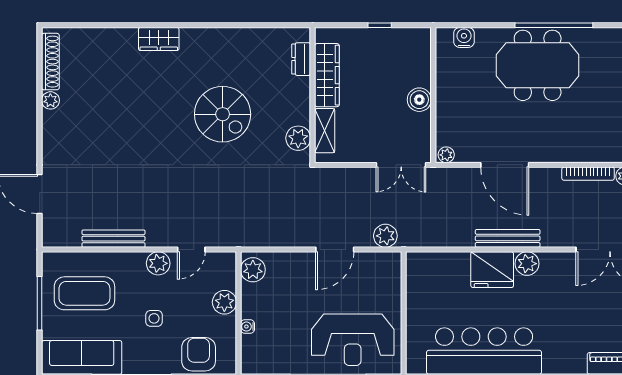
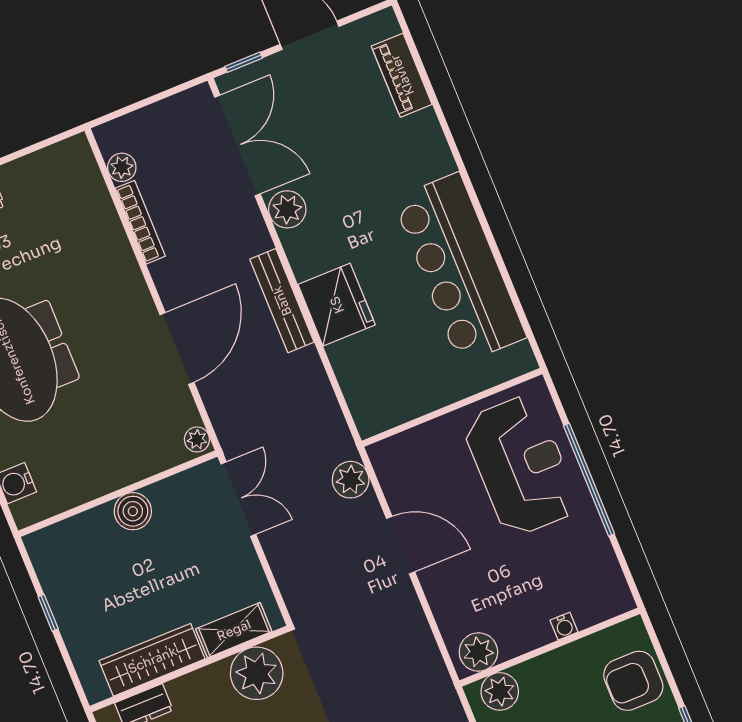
plant: (298, 138) -> (257, 673), width x1.36, depth x1.36
plant: (527, 264) -> (287, 209), moved
plant: (224, 302) -> (500, 691), moved

